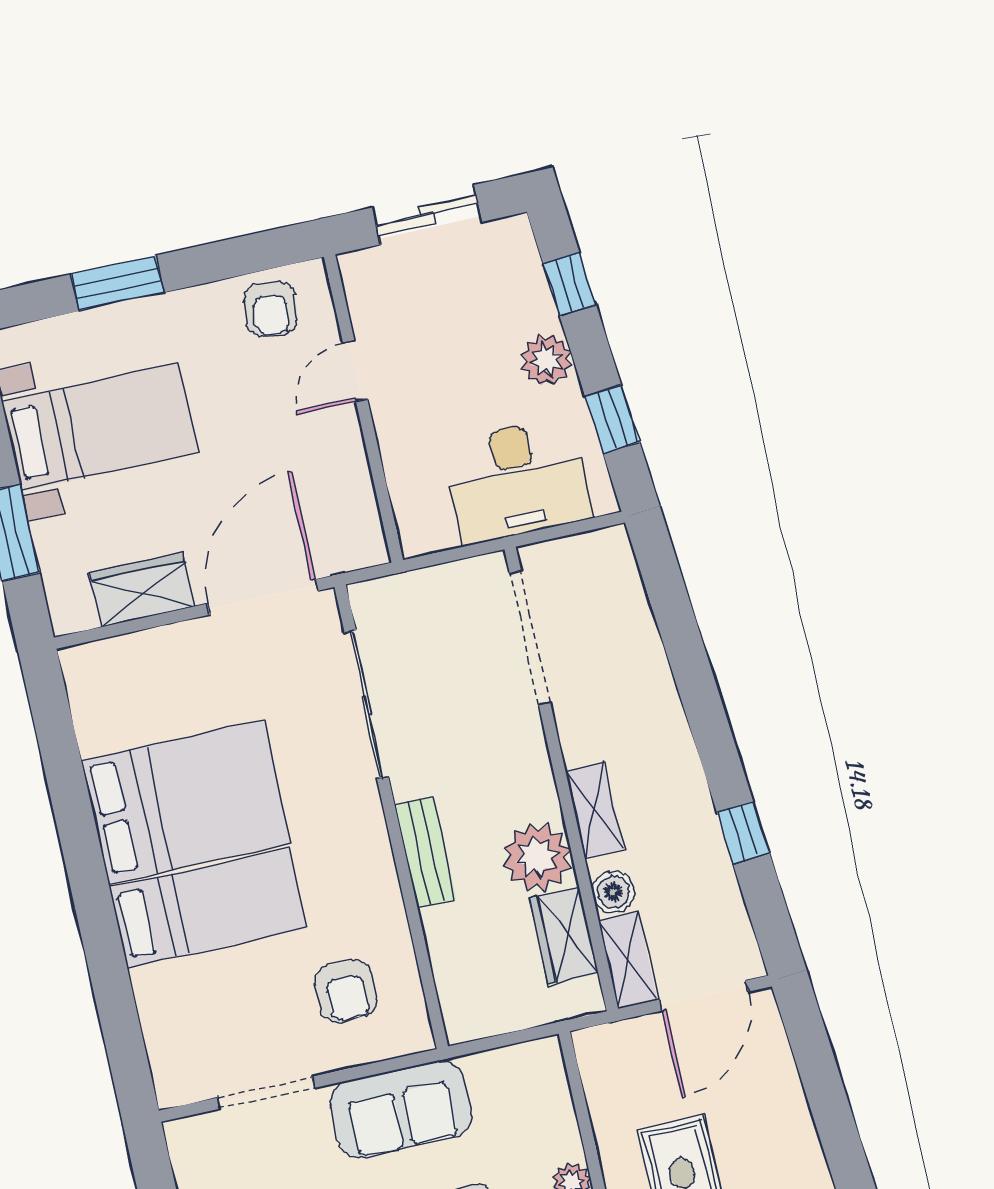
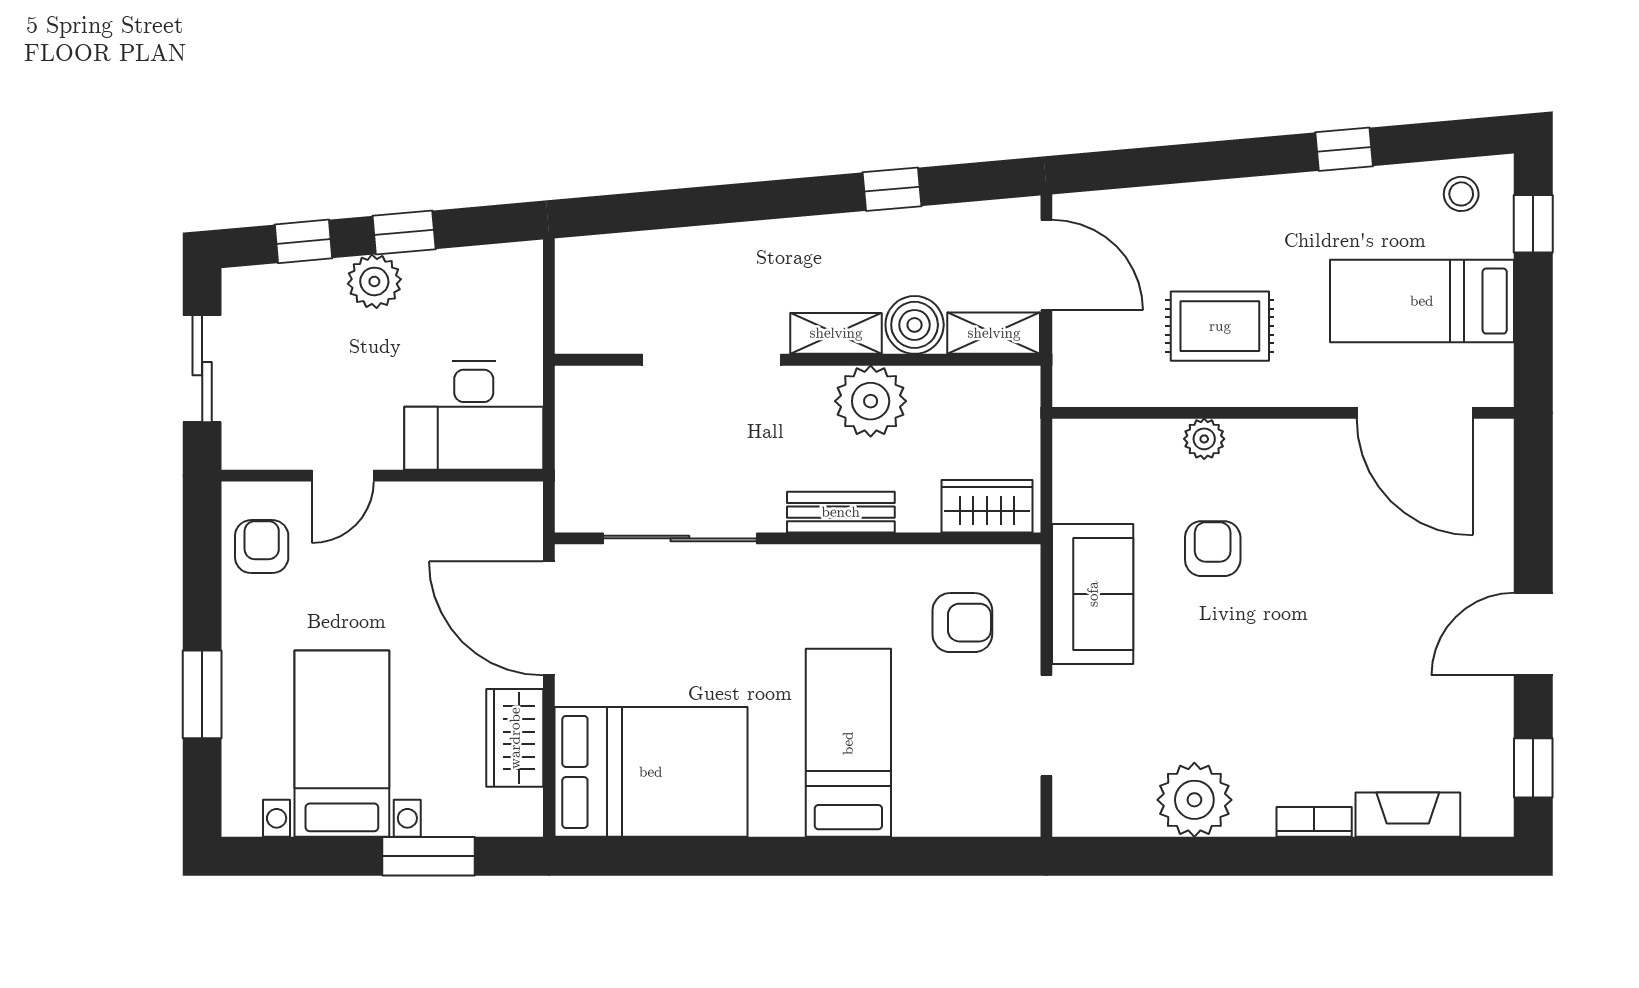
armchair: (271, 309) -> (262, 547), turned -95
door: (355, 371) -> (343, 476), hinge flipped
window: (612, 420) -> (404, 232), moved
desk: (517, 480) -> (474, 415), moved, turned 90
doorway: (530, 638) -> (711, 360), moved
bed: (186, 802) -> (651, 772), moved, turned 90
boiler: (613, 892) -> (915, 325), width x1.36, depth x1.36
wardrobe: (564, 936) -> (987, 506), moved, turned 180

